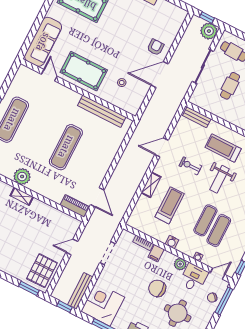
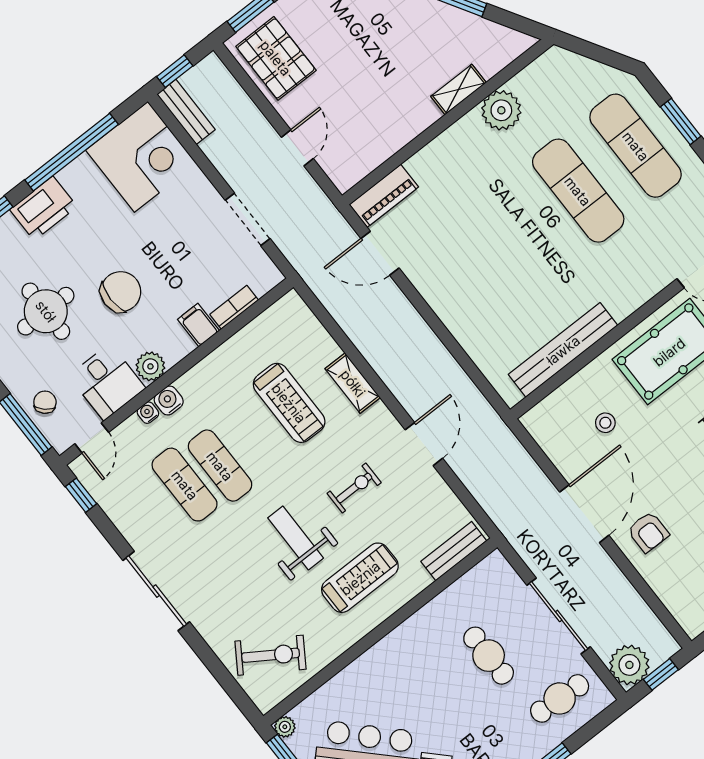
exercise mat: (66, 147) -> (578, 191), moved
water cooler: (172, 242) -> (169, 401), moved
bench: (80, 291) -> (186, 112), width x0.73

